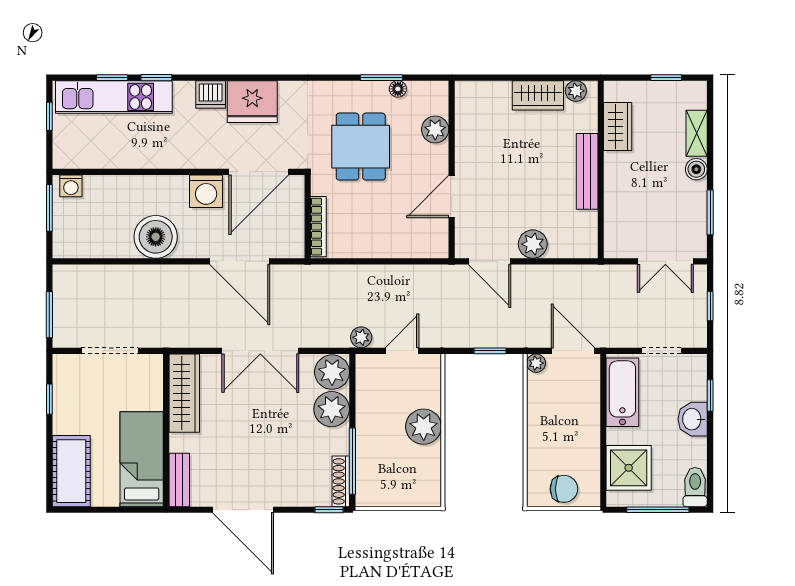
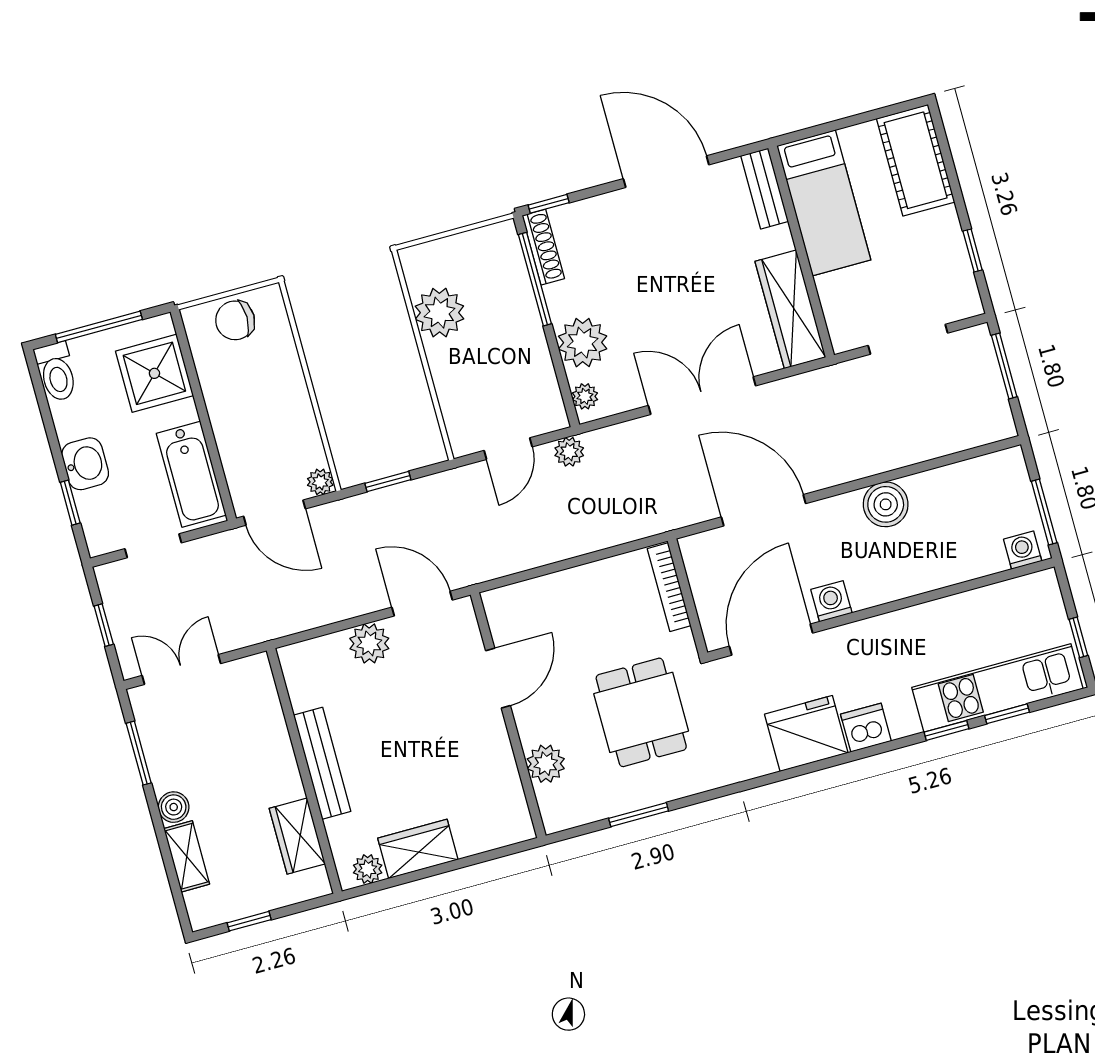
floor lamp: (398, 89) -> (612, 805), removed
washing machine: (206, 191) -> (831, 601), width x0.73, depth x0.73
boiler: (156, 237) -> (886, 504), width x0.73, depth x0.73
plant: (332, 372) -> (585, 396), width x0.53, depth x0.53
plant: (424, 427) -> (439, 313), moved

